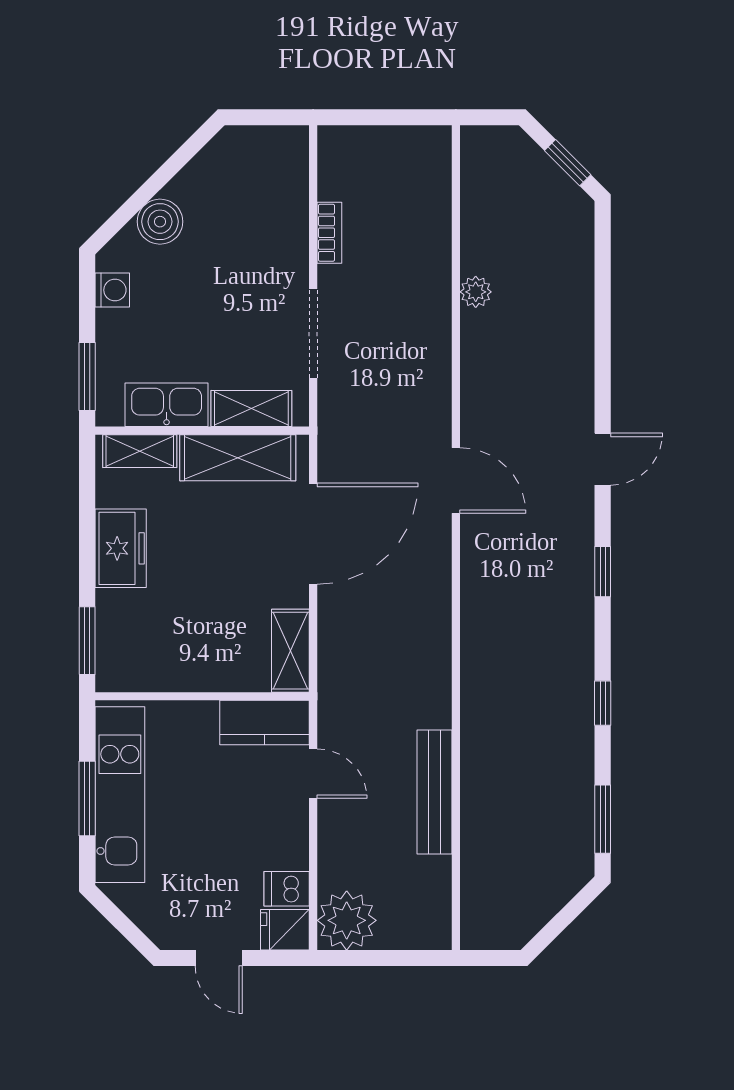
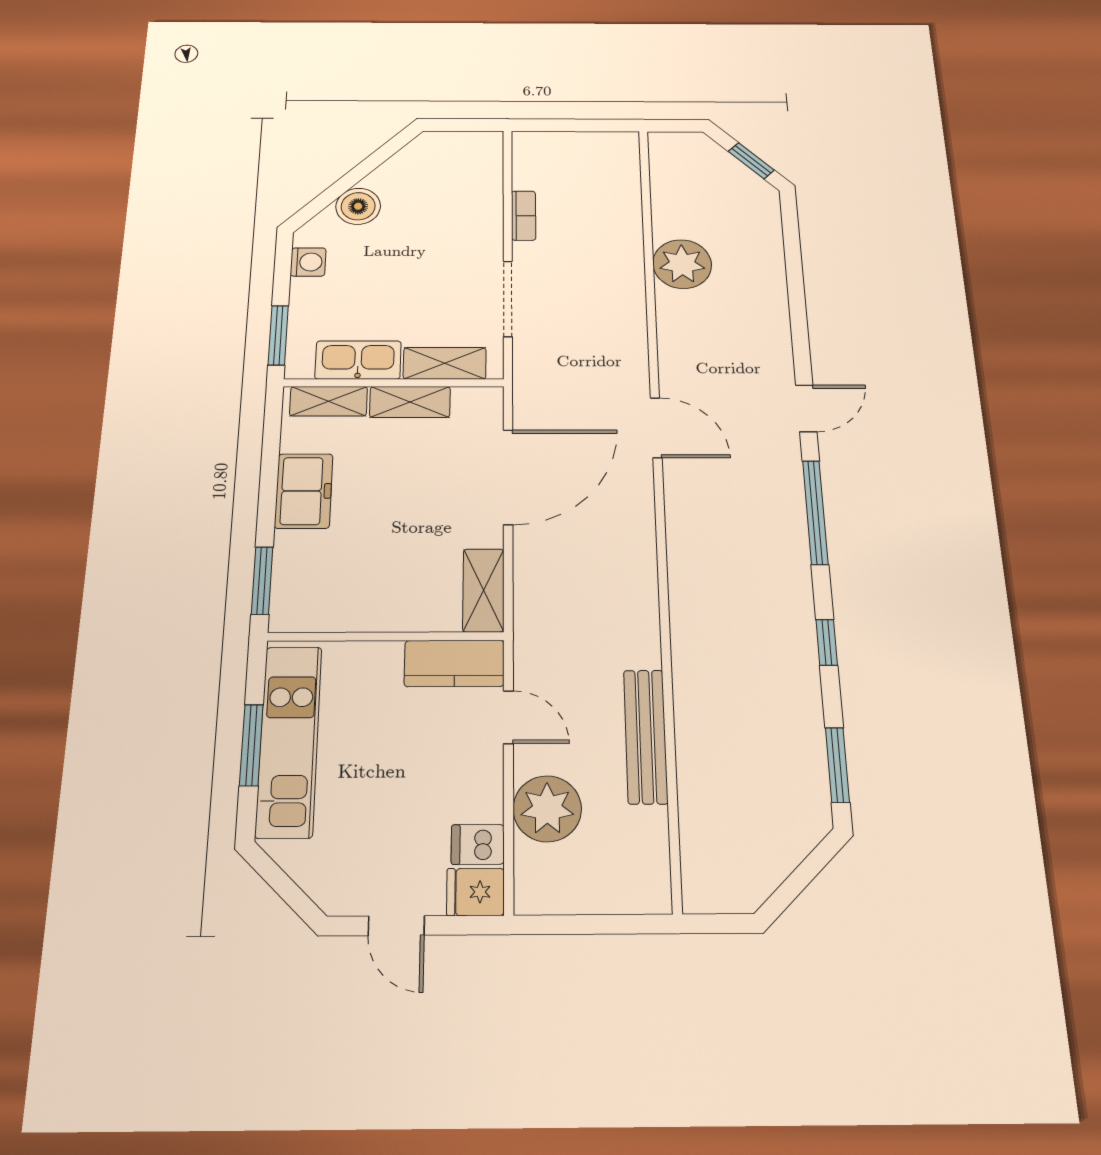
plant: (476, 292) -> (682, 264), width x1.87, depth x1.87
shelving: (238, 458) -> (410, 402), width x0.67, depth x0.75
window: (603, 572) -> (815, 512), width x2.17
plant: (347, 920) -> (547, 809), moved

